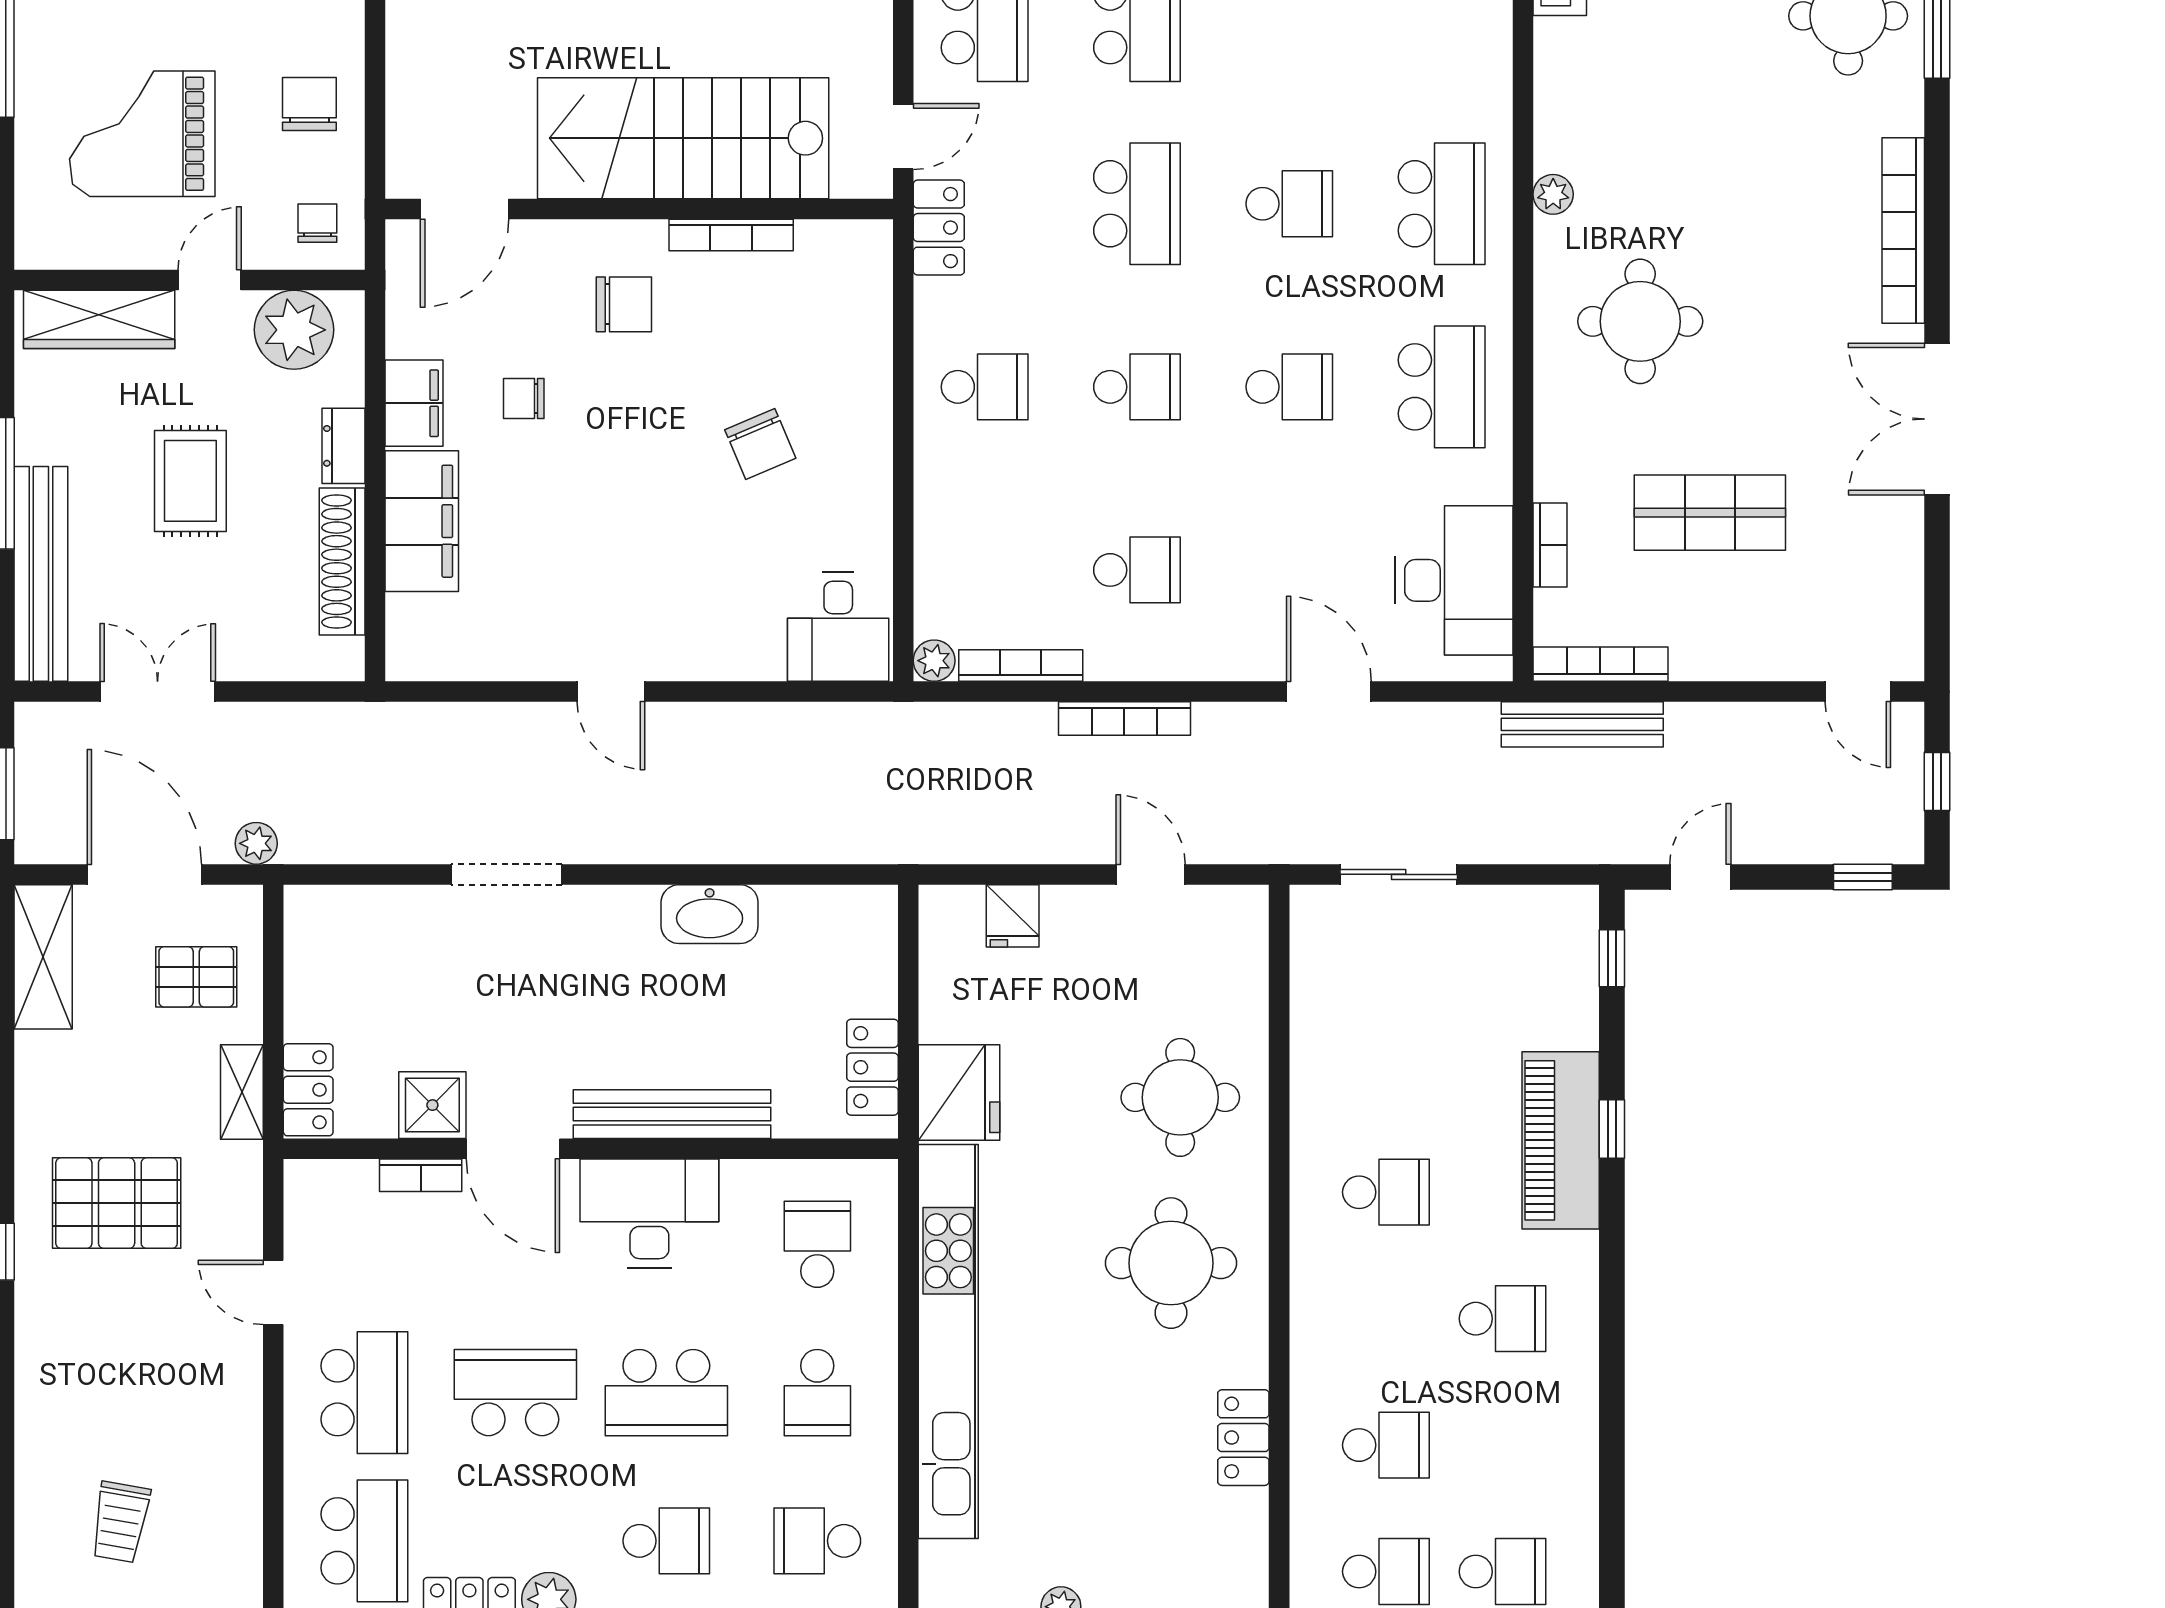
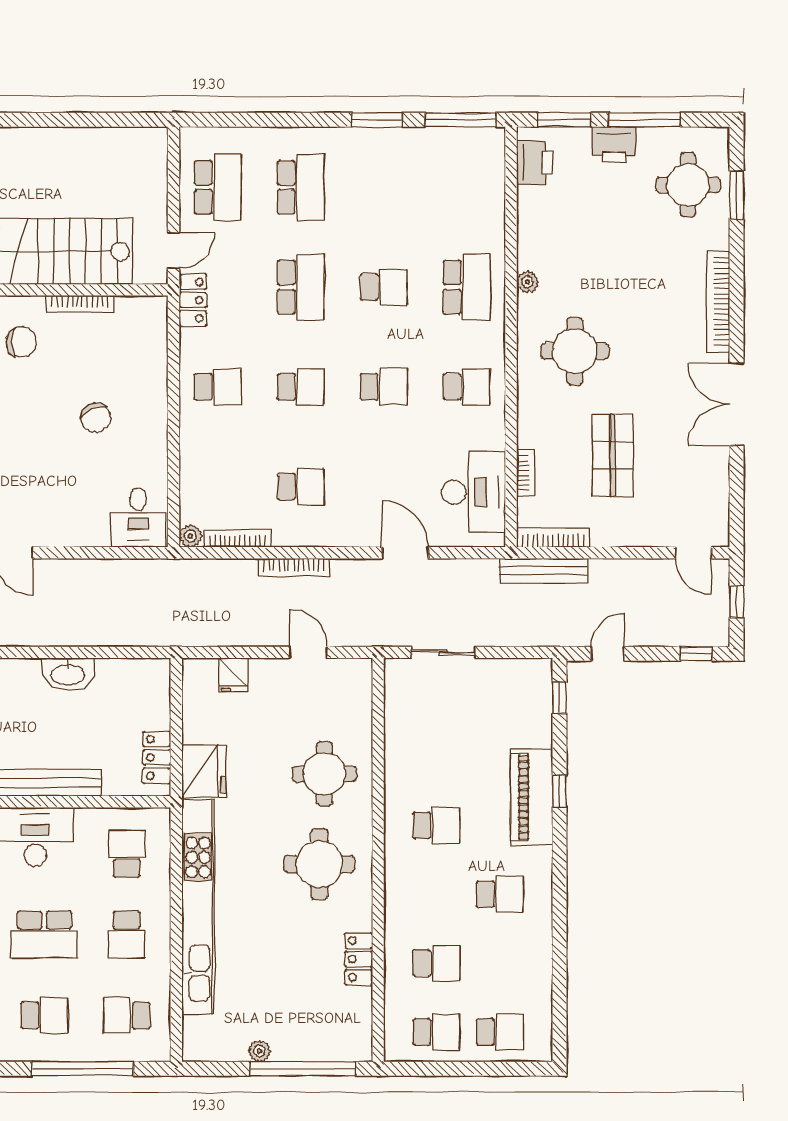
school desk: (1442, 387) -> (467, 387), width x0.54
shop shelf: (1710, 513) -> (613, 455), turned 90

